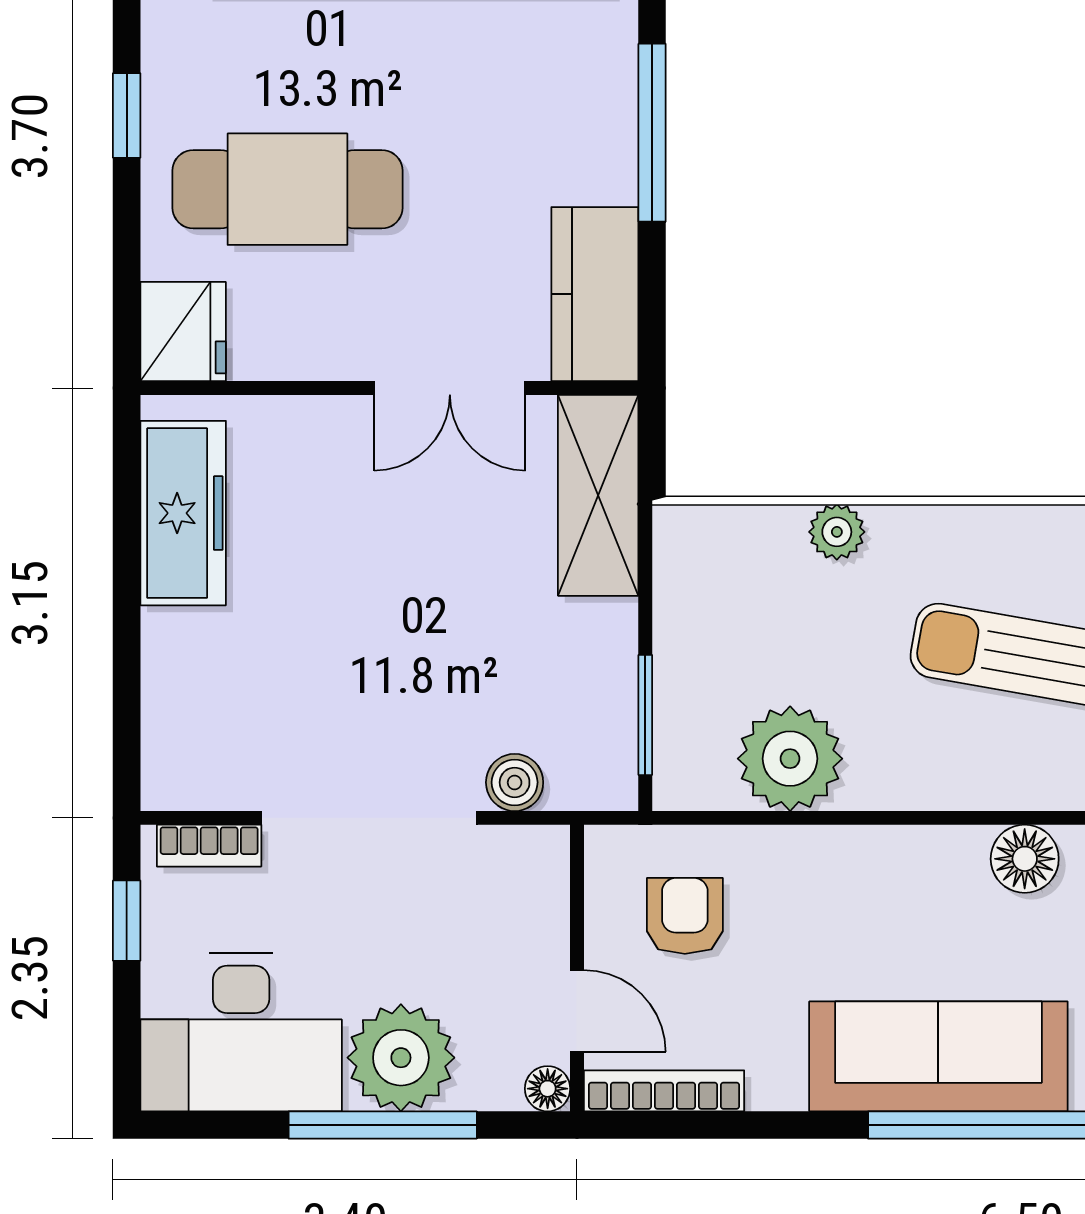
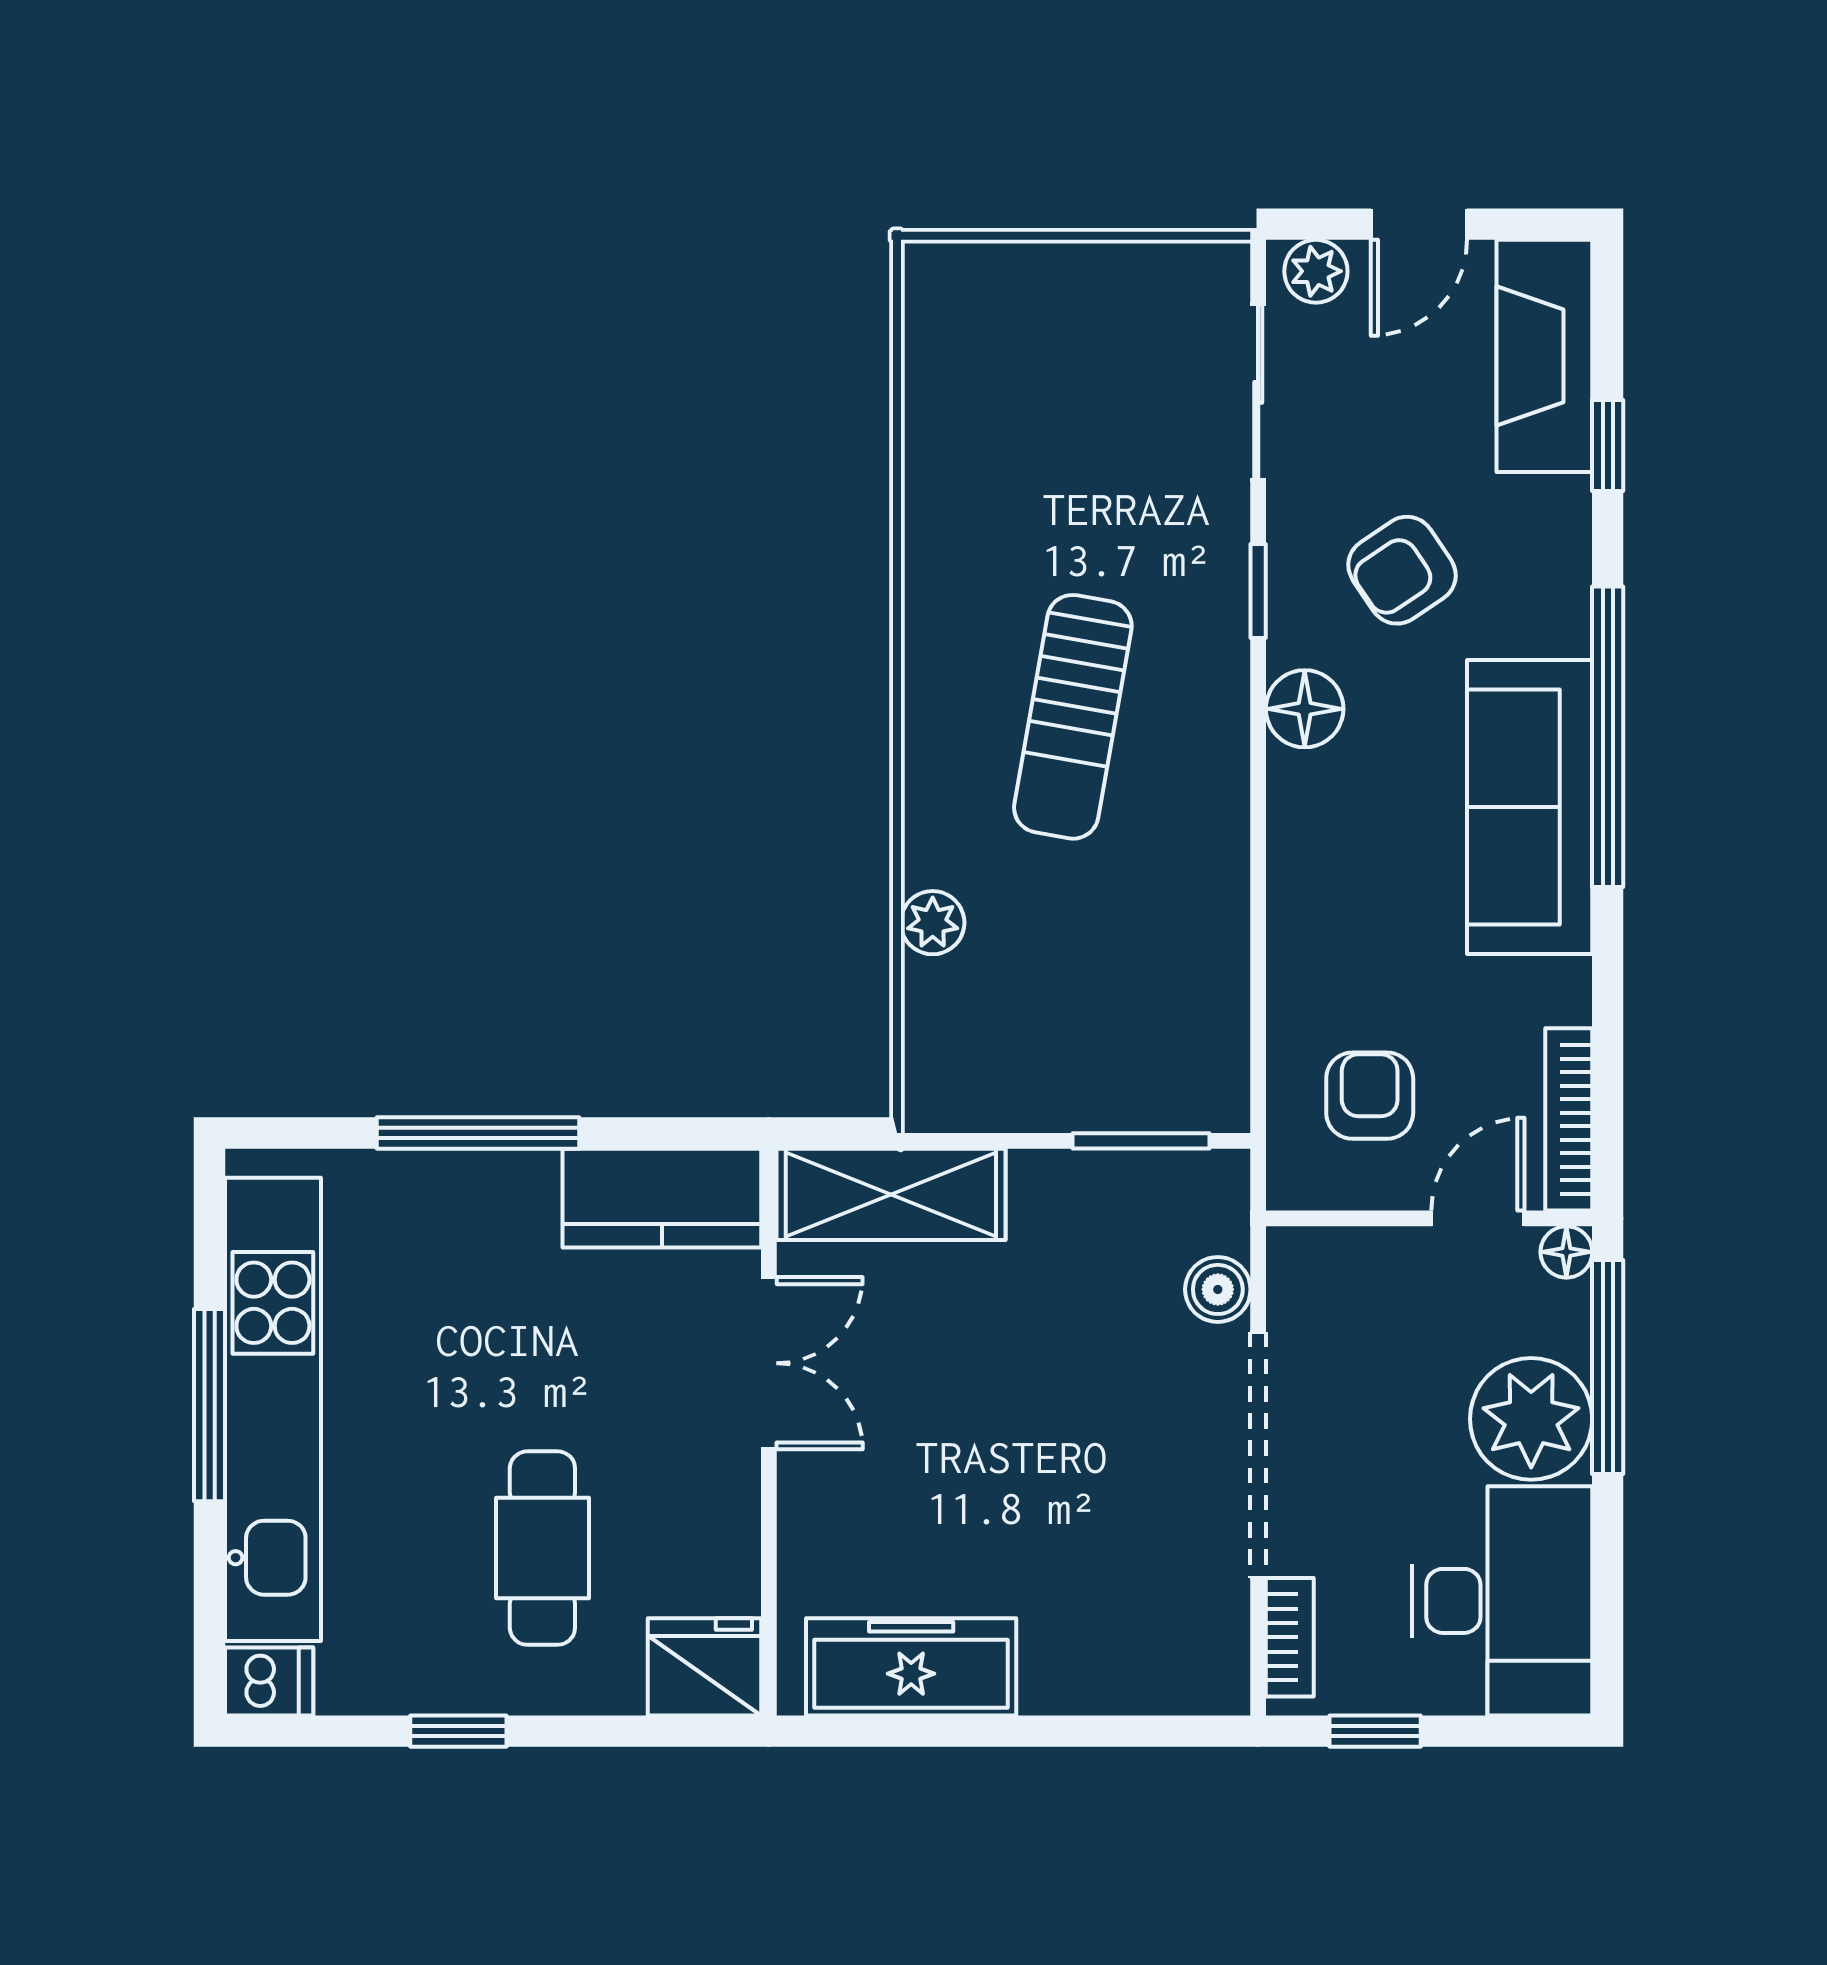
cafe table: (287, 189) -> (542, 1548), width x0.73, depth x0.74
plant: (790, 759) -> (1191, 976), removed
armchair: (685, 916) -> (1370, 1096), turned 90
window: (383, 1125) -> (1608, 1367), moved

